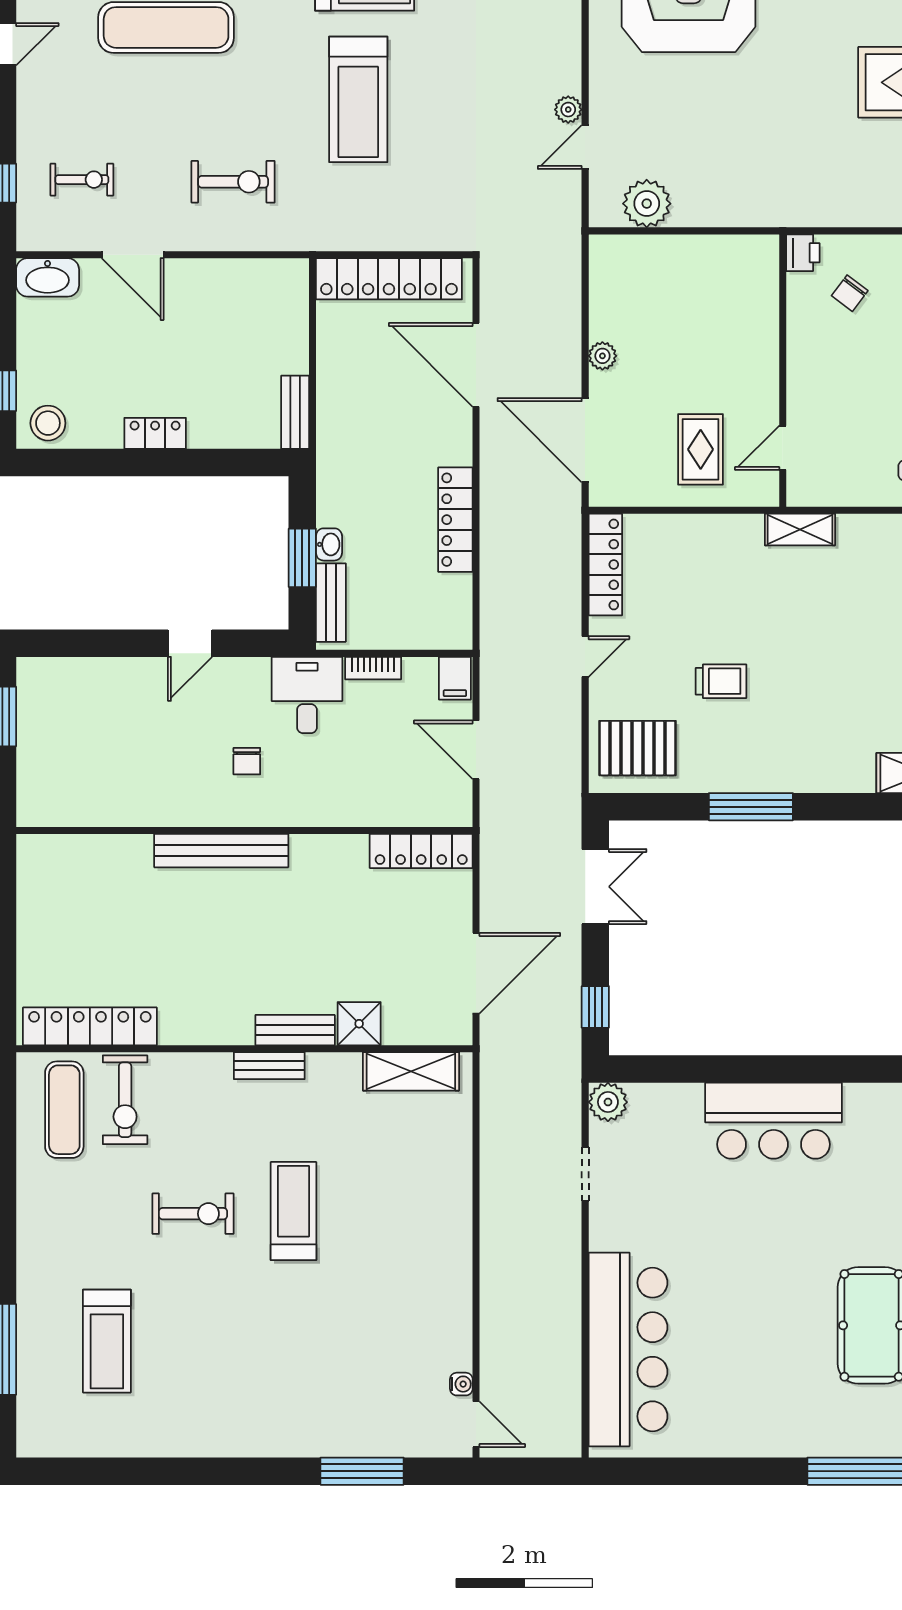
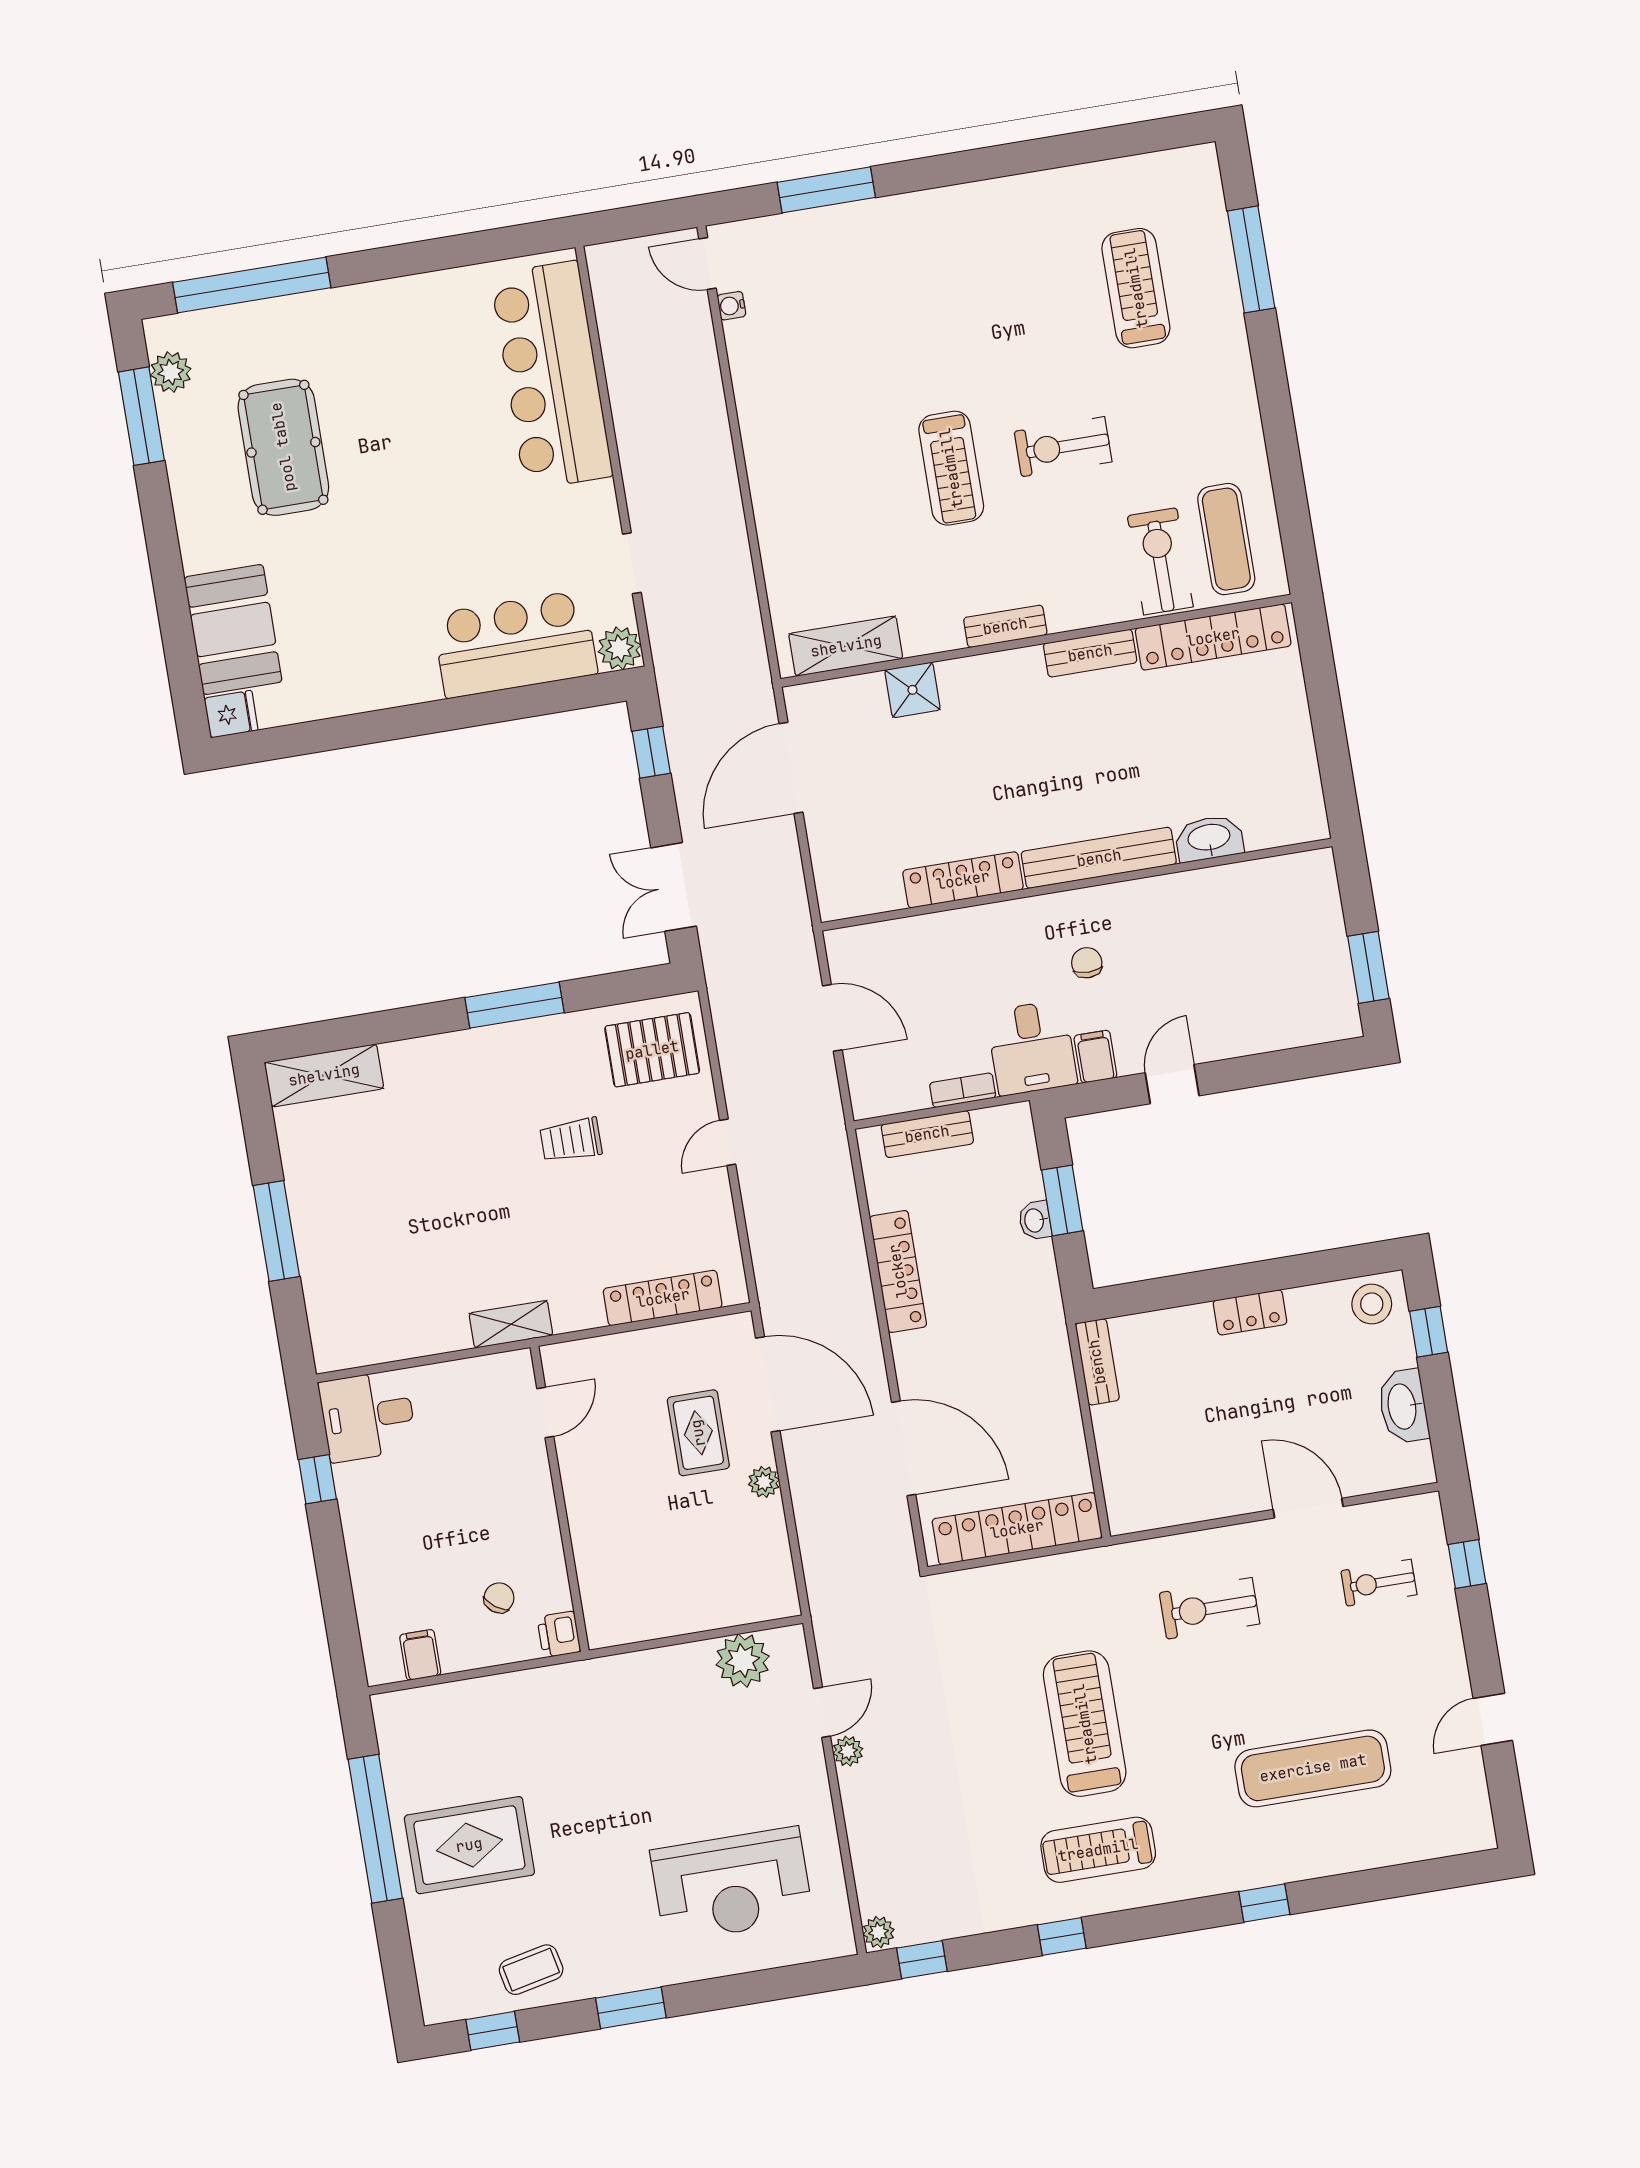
washbasin: (48, 277) -> (1403, 1406), moved, turned -90
rug: (701, 449) -> (698, 1433), moved
locker: (605, 564) -> (663, 1298), moved, turned 90
bench: (331, 603) -> (927, 1134), moved, turned 90
filing cabinet: (455, 678) -> (1095, 1057), moved
locker: (421, 851) -> (963, 880), moved
washbasin: (122, 852) -> (1209, 838), added
bench: (295, 1030) -> (1090, 653), moved
bar counter: (774, 1121) -> (515, 644), moved

